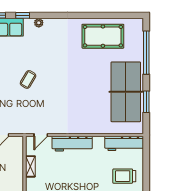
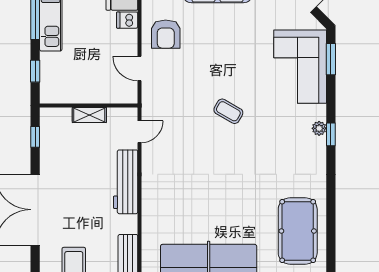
window: (23, 15) -> (331, 134), moved
door: (41, 135) -> (140, 132), swing flipped

